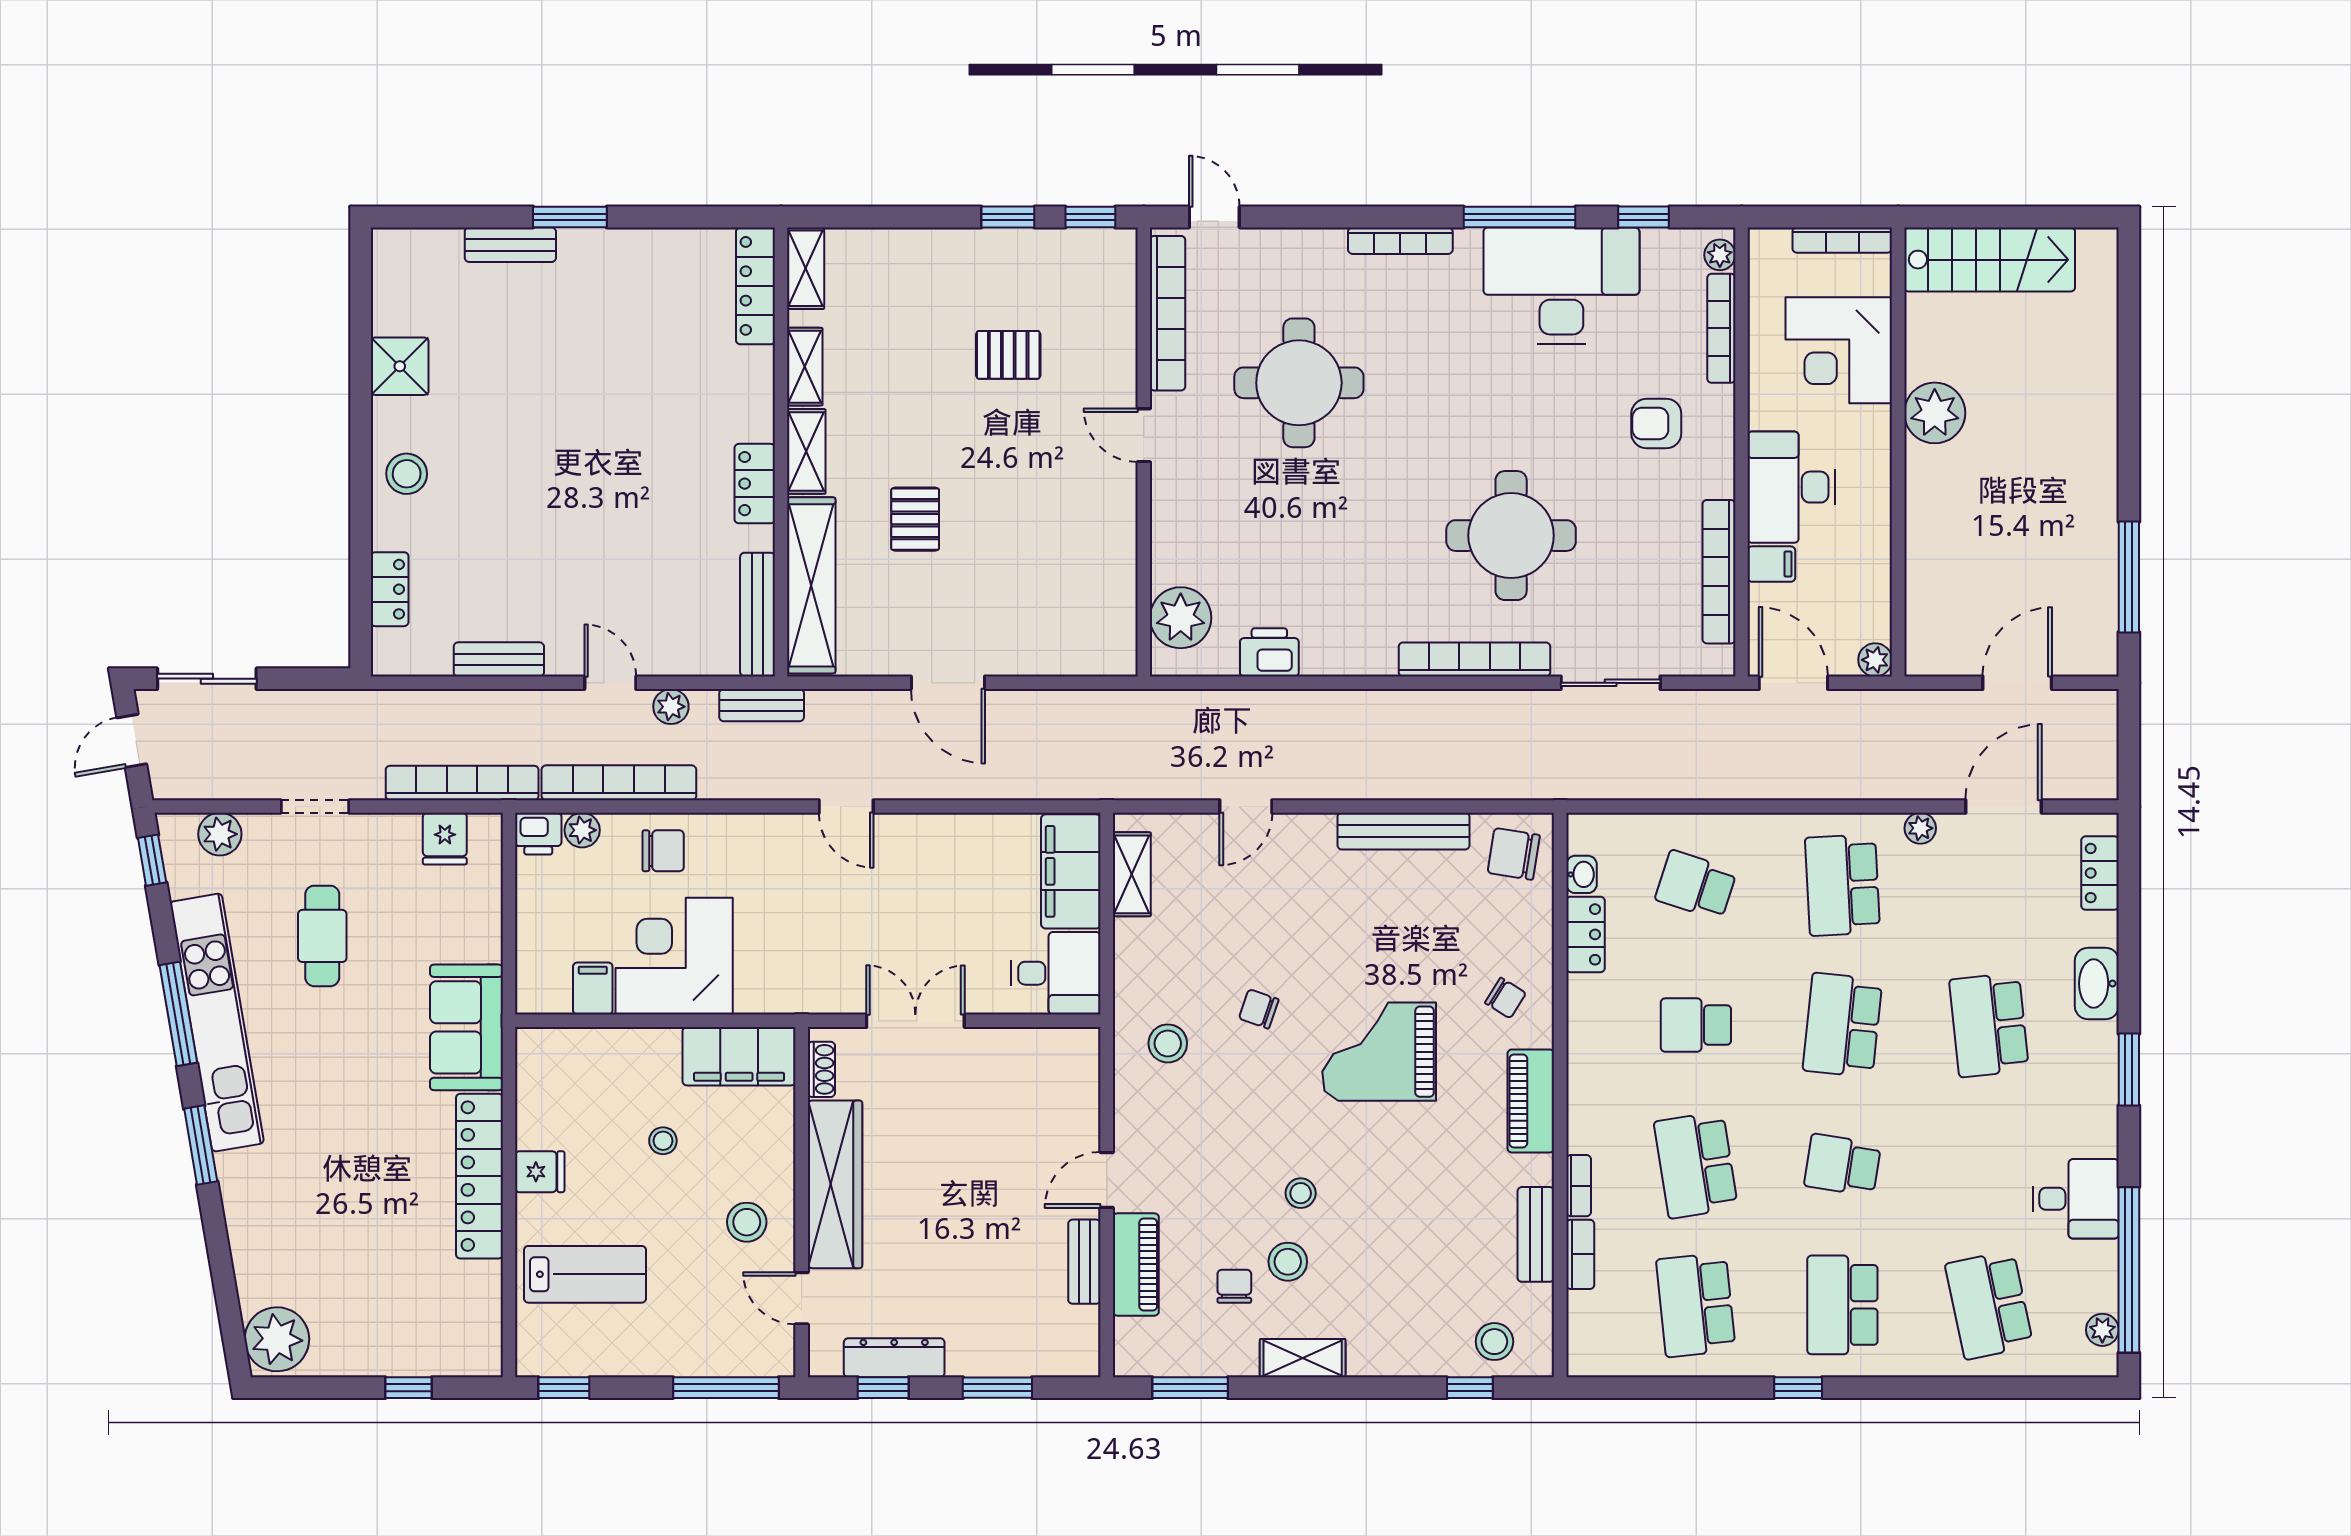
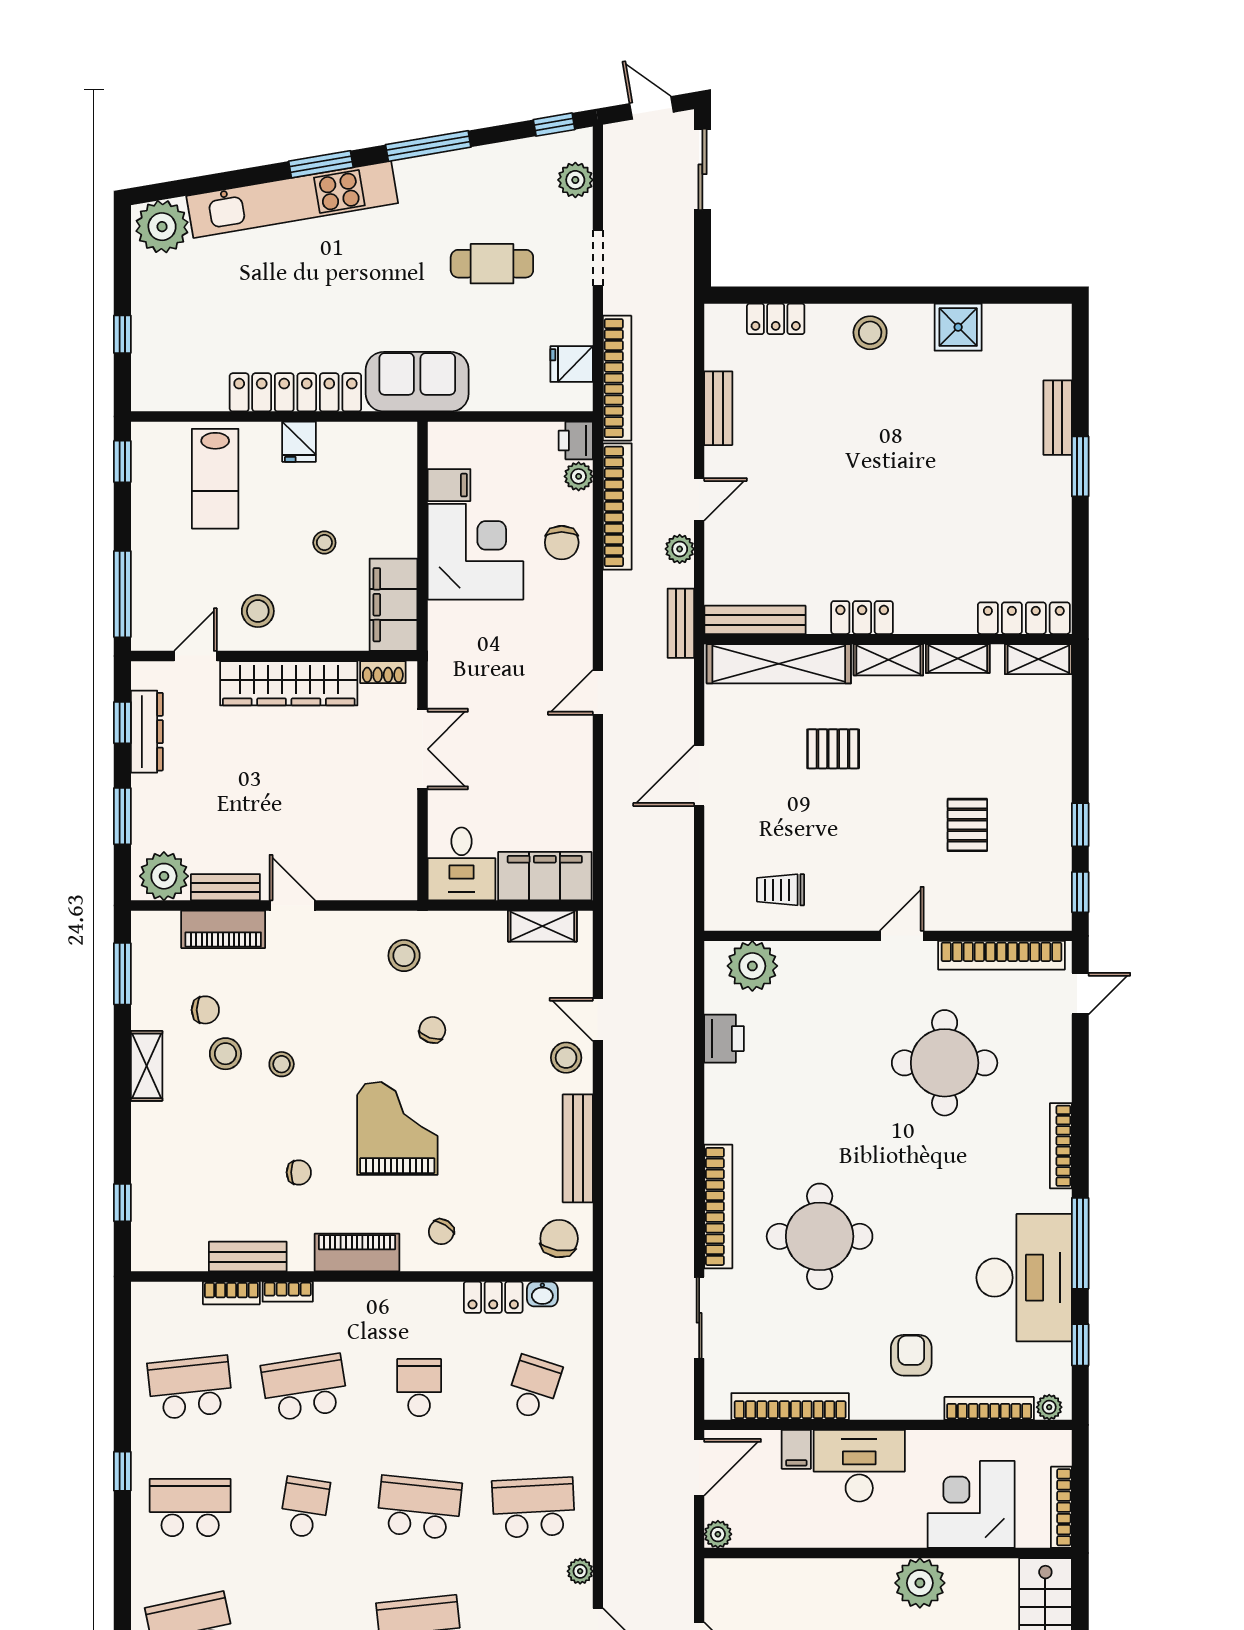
trolley: (1087, 583) -> (781, 890), added
kitchen unit: (217, 1023) -> (292, 199), moved
chair: (1433, 1172) -> (299, 1172), added
plant: (1071, 1337) -> (164, 876), added
stool: (1494, 1342) -> (566, 1058), moved

